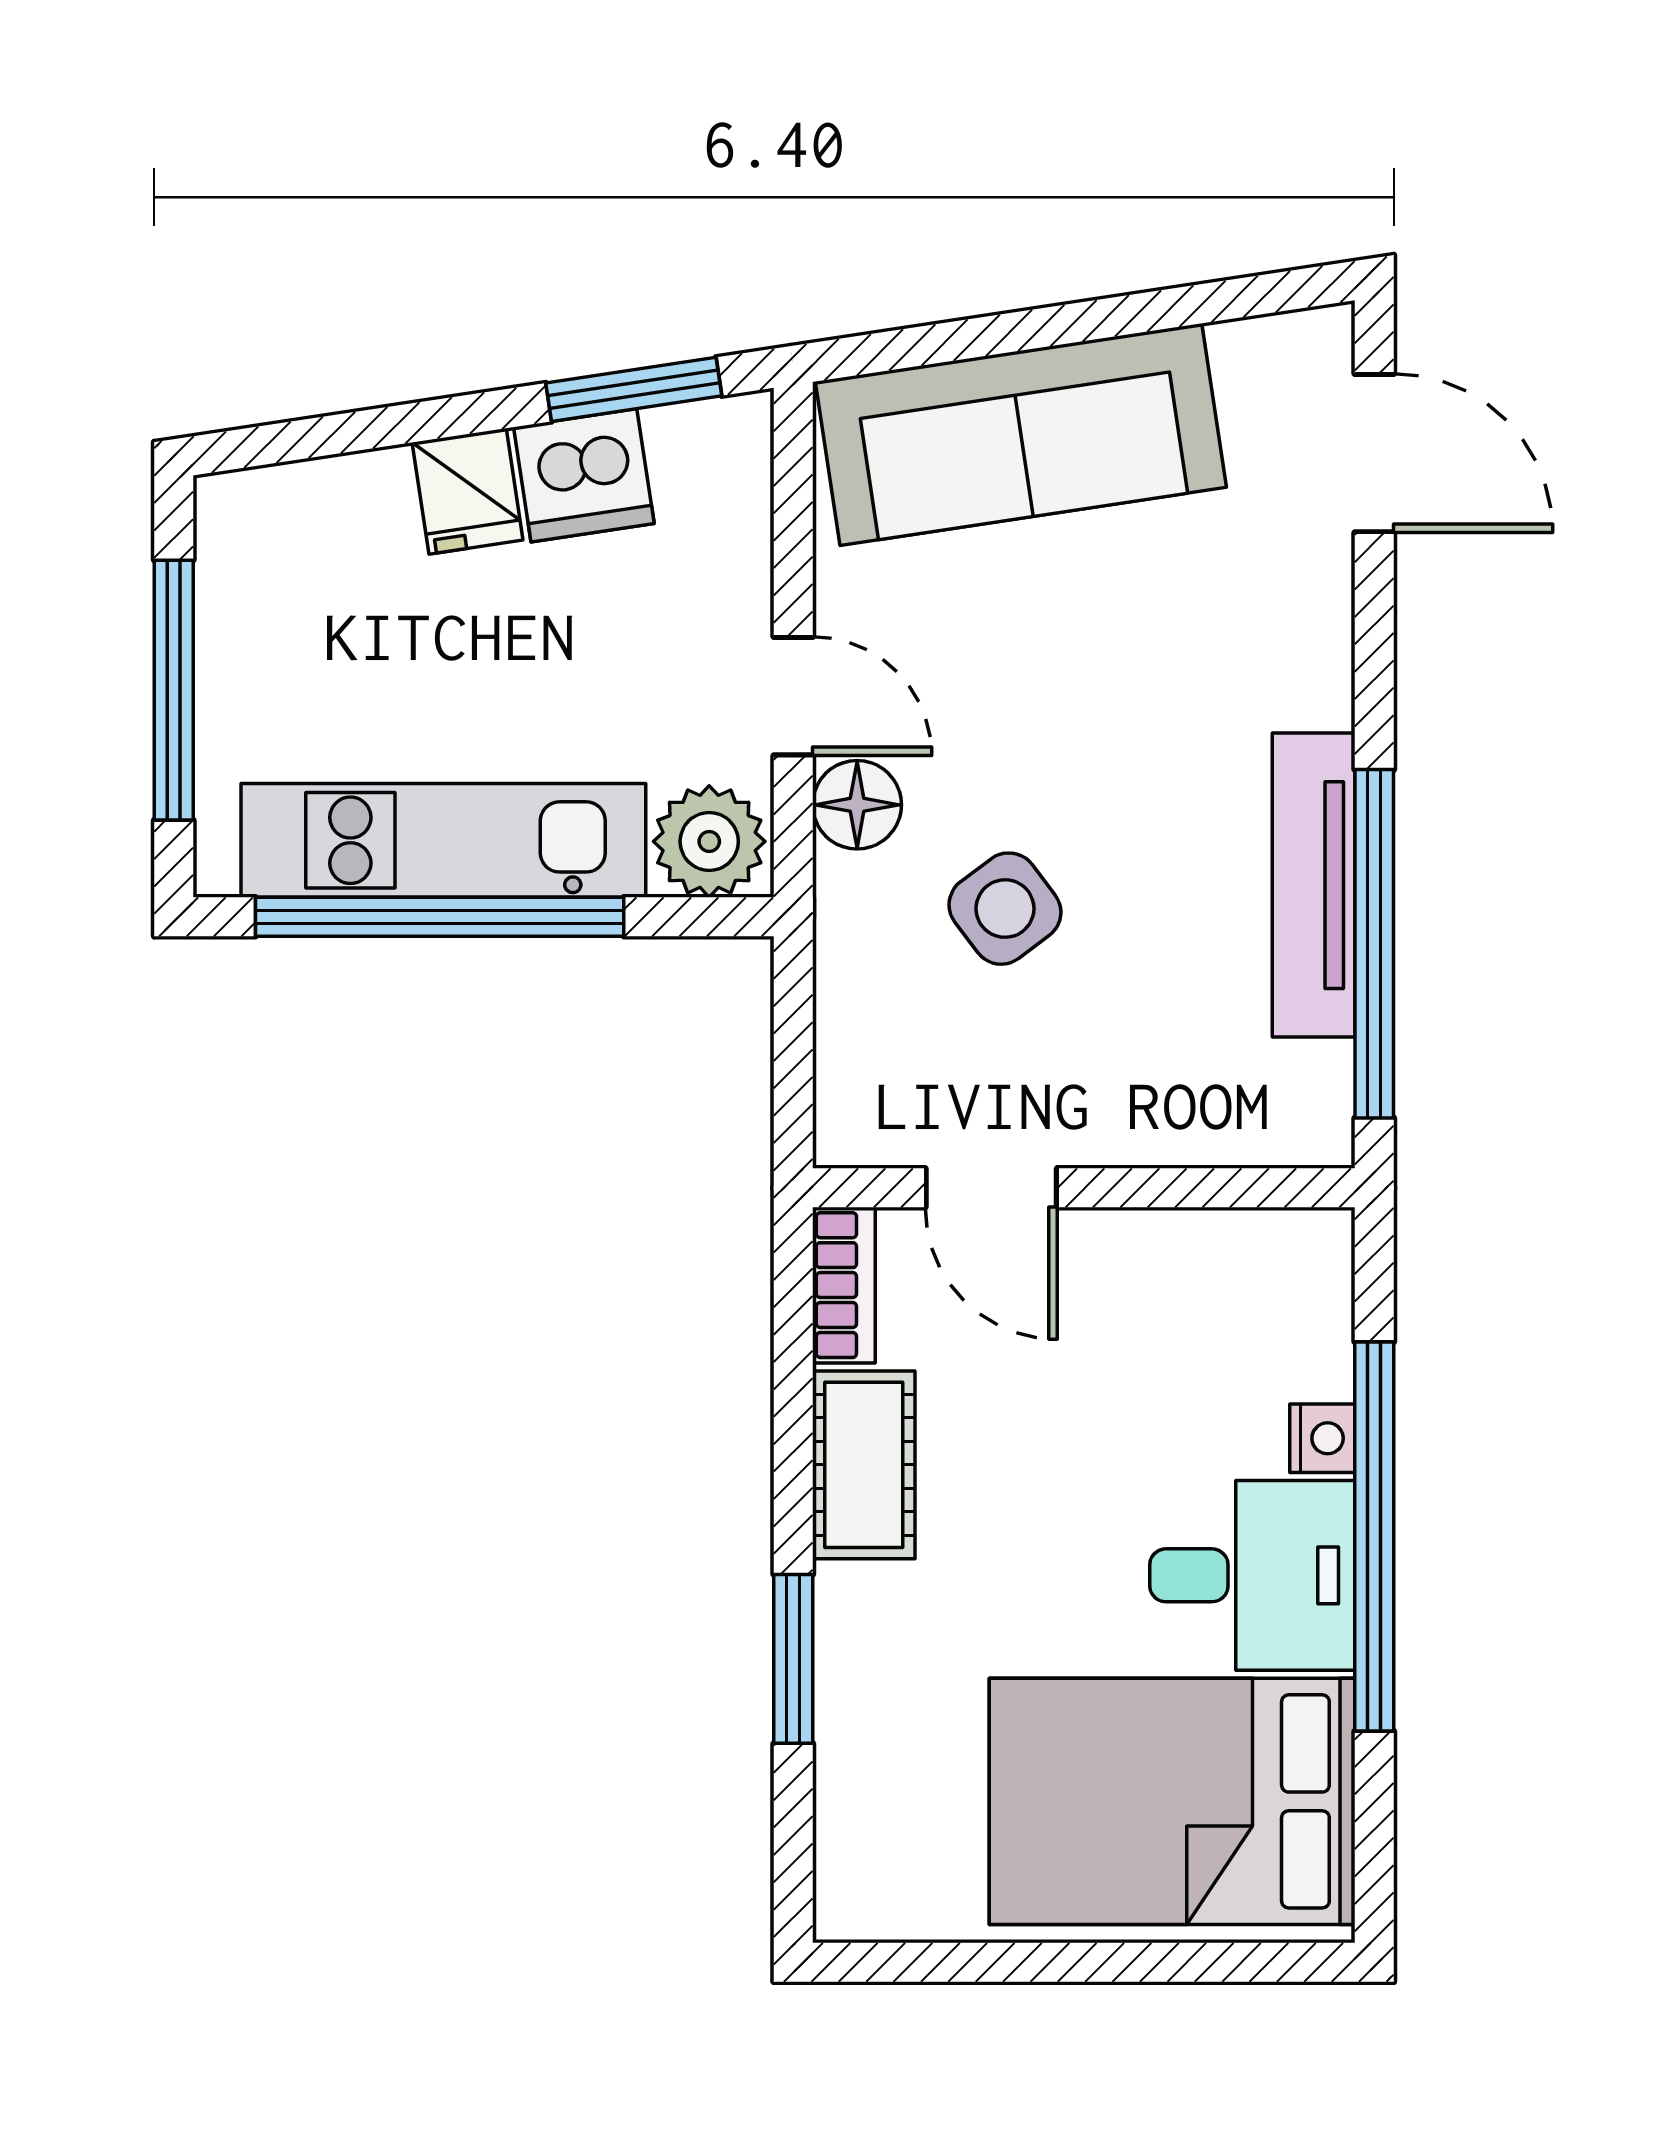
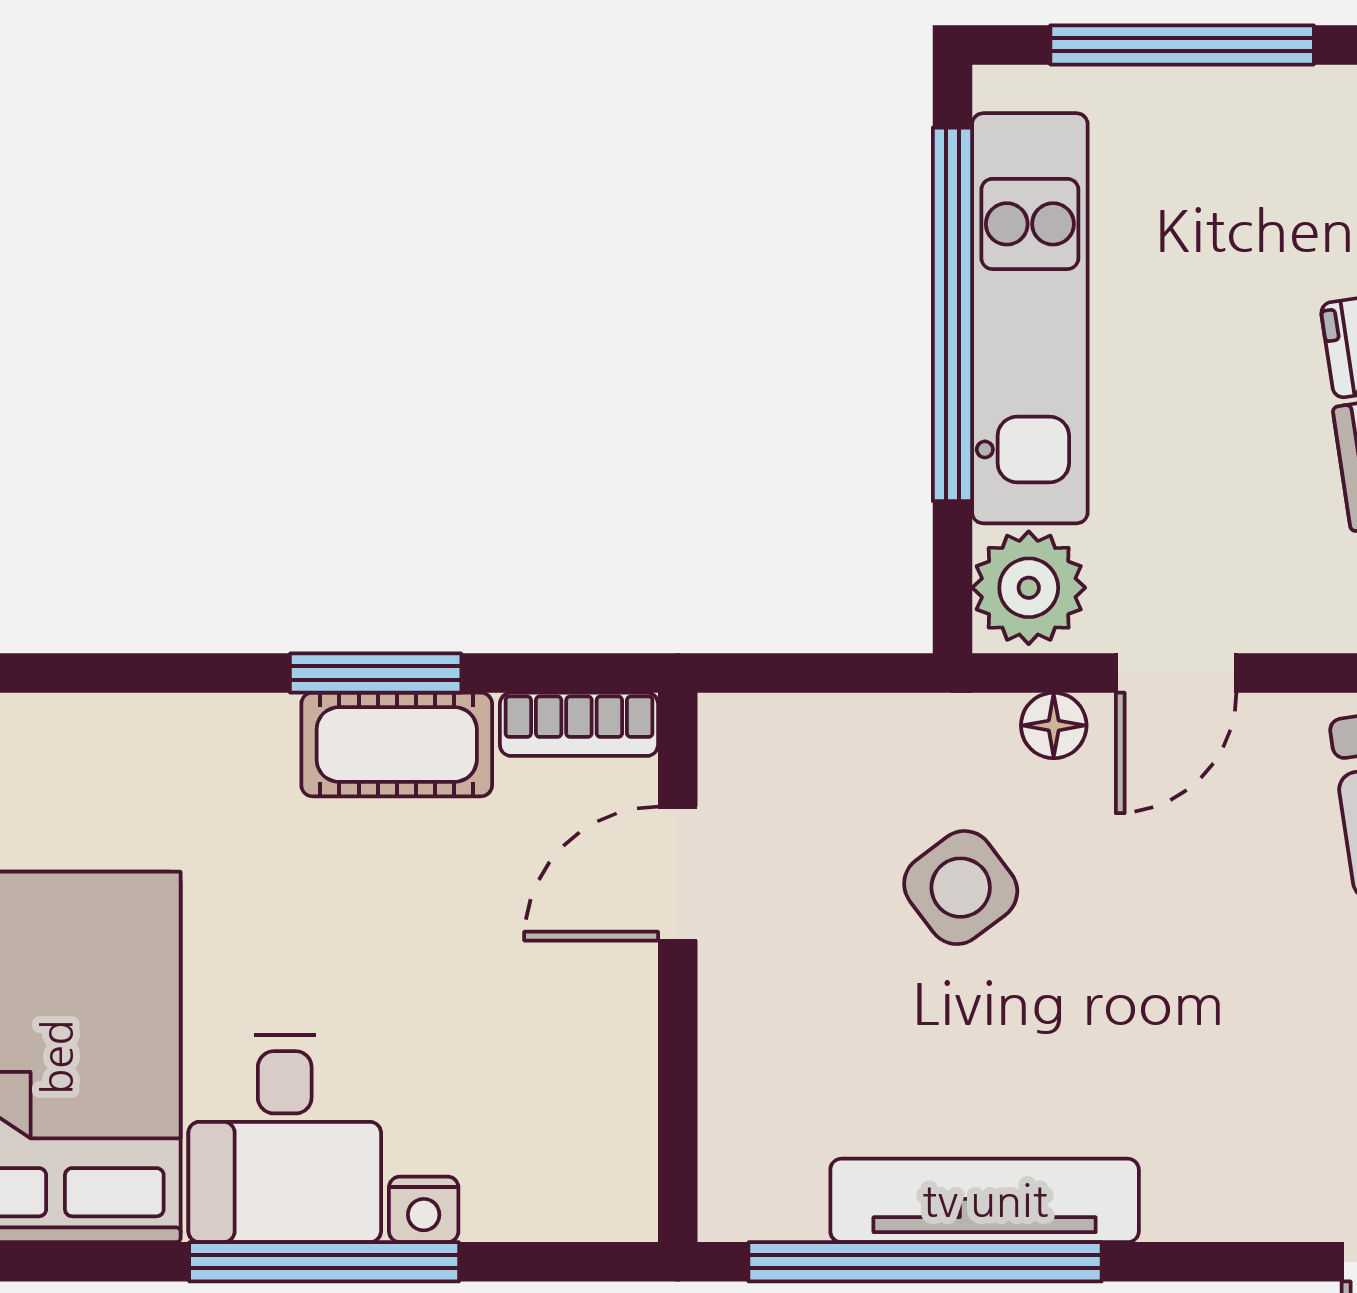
floor lamp: (857, 805) -> (1054, 725), width x0.73, depth x0.73
window: (1374, 1536) -> (324, 1262), width x0.68
window: (793, 1659) -> (376, 673), moved

